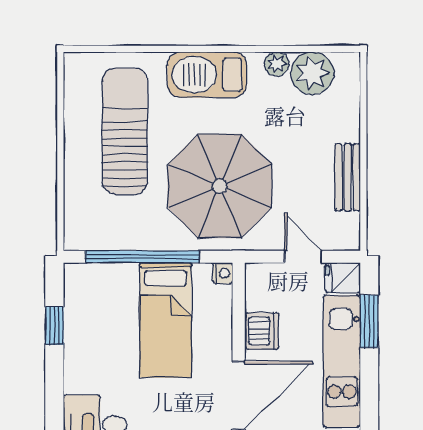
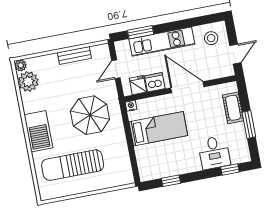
plant: (276, 64) -> (21, 65), moved
parasol: (220, 186) -> (90, 115), width x0.73, depth x0.73
window: (142, 257) -> (130, 145), removed
fridge: (343, 278) -> (138, 85), moved, turned 180

